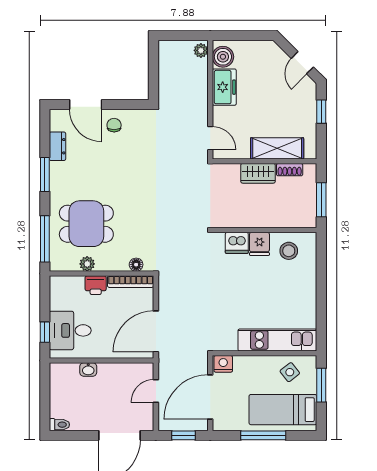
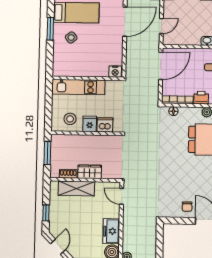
kitchen unit: (277, 340) -> (78, 87), moved
wall: (265, 353) -> (87, 78), moved
nightstand: (223, 364) -> (115, 72), moved

